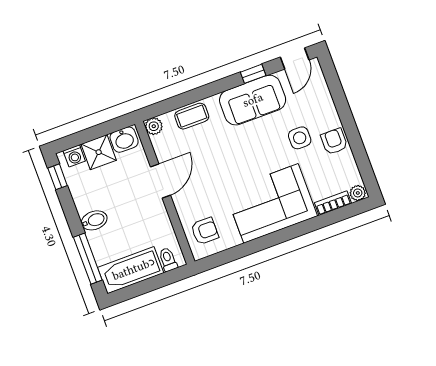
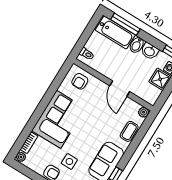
washbasin: (124, 140) -> (150, 51), moved, turned -90
bathtub: (131, 270) -> (115, 32), moved, turned 90

